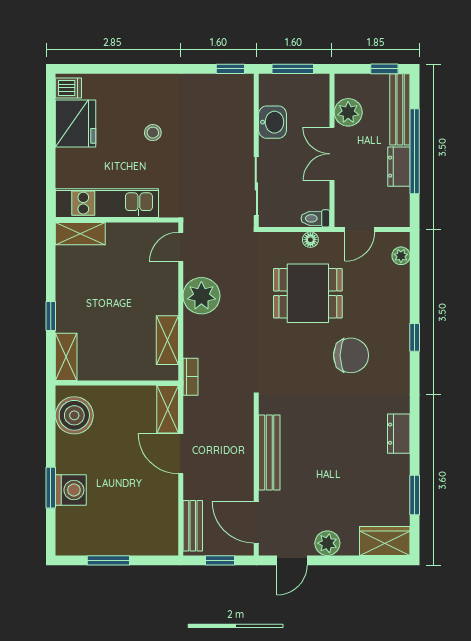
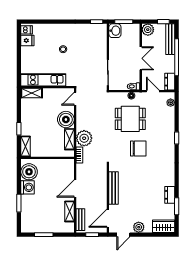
plant: (348, 112) -> (148, 30), moved
washbasin: (272, 122) -> (115, 31), moved
fridge: (76, 124) -> (27, 40), width x0.53, depth x0.75
double door: (332, 154) -> (141, 58), swing flipped
dresser: (399, 167) -> (170, 82), moved
door: (360, 230) -> (153, 91), swing flipped
boiler: (159, 295) -> (66, 119), added
plant: (201, 296) -> (84, 138), moved
chair: (351, 355) -> (138, 149), moved
shelving: (168, 409) -> (69, 211), moved
dresser: (399, 434) -> (170, 195), moved
door: (181, 454) -> (75, 188), hinge flipped
washing machine: (71, 490) -> (28, 187), moved
door: (256, 522) -> (108, 218), hinge flipped

